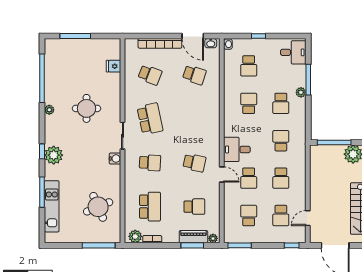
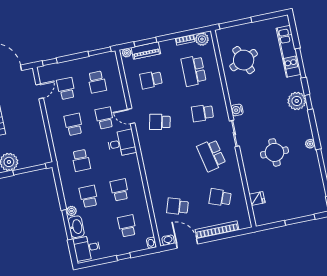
washbasin: (299, 76) -> (76, 227), added
school desk: (249, 103) -> (120, 190), turned 180

